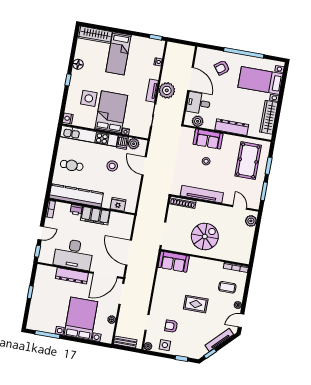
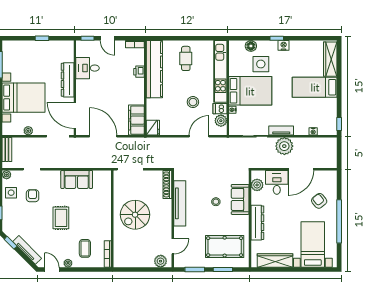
floor lamp: (78, 64) -> (251, 46), moved
nightstand: (68, 118) -> (284, 45), moved
fridge: (118, 204) -> (153, 128), moved
filing cabinet: (95, 216) -> (136, 120), moved
spiral stairs: (205, 236) -> (135, 215), turned 90
door: (129, 253) -> (103, 136), hinge flipped
desk: (74, 254) -> (88, 68), width x0.53, depth x0.77
sofa: (174, 262) -> (77, 179), moved, turned -90

